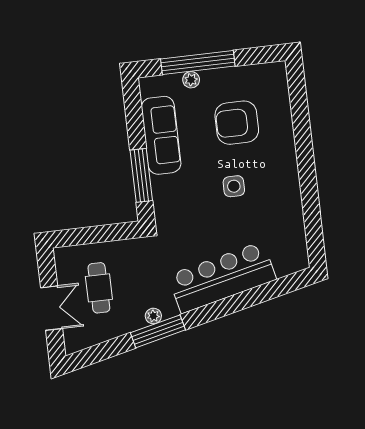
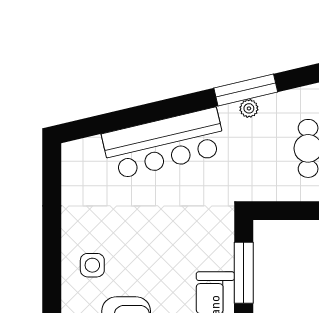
side table: (234, 186) -> (92, 265), moved

